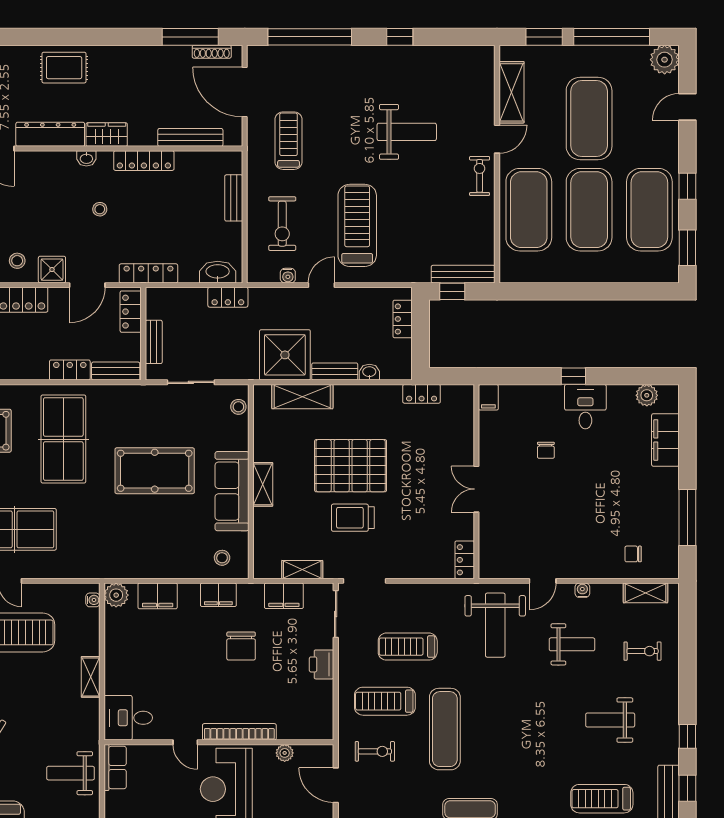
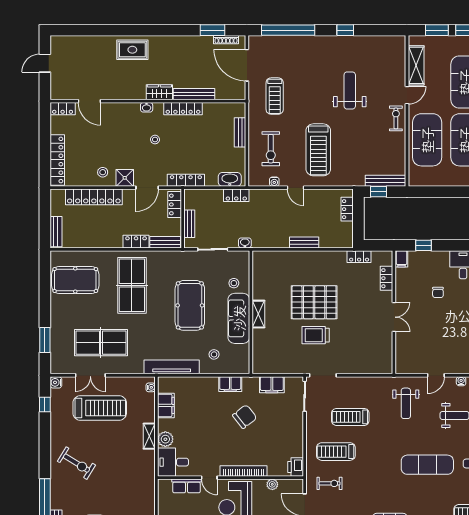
window: (190, 37) -> (212, 30), width x0.69
weight bench: (407, 132) -> (350, 90), turned -90
dresser: (50, 134) -> (124, 92), removed
bench: (190, 137) -> (194, 94), moved
treadmill: (288, 141) -> (275, 96), turned 180
treadmill: (357, 225) -> (318, 150), turned 180
door: (321, 285) -> (296, 188), swing flipped
shower: (285, 355) -> (272, 232), removed
washbasin: (369, 372) -> (245, 243), moved
window: (573, 376) -> (424, 245), moved
shelving: (302, 397) -> (283, 258), removed
stool: (238, 407) -> (234, 283), moved
pool table: (155, 471) -> (190, 305), turned 90
double door: (476, 489) -> (394, 317), swing flipped
stool: (222, 558) -> (214, 354), moved
locker: (465, 560) -> (386, 278), moved
tv unit: (126, 568) -> (172, 367), added
shelving: (302, 570) -> (283, 368), removed
plant: (116, 595) -> (165, 439), moved
filing cabinet: (158, 596) -> (166, 405), moved, turned -90
weight bench: (495, 625) -> (406, 403), width x0.73, depth x0.75
chair: (241, 646) -> (245, 417), turned -128
printer: (322, 664) -> (296, 467), moved
exercise mat: (445, 729) -> (427, 465), moved, turned 90
row of seats: (115, 768) -> (187, 486), moved, turned 90
weight bench: (71, 773) -> (136, 497), removed

